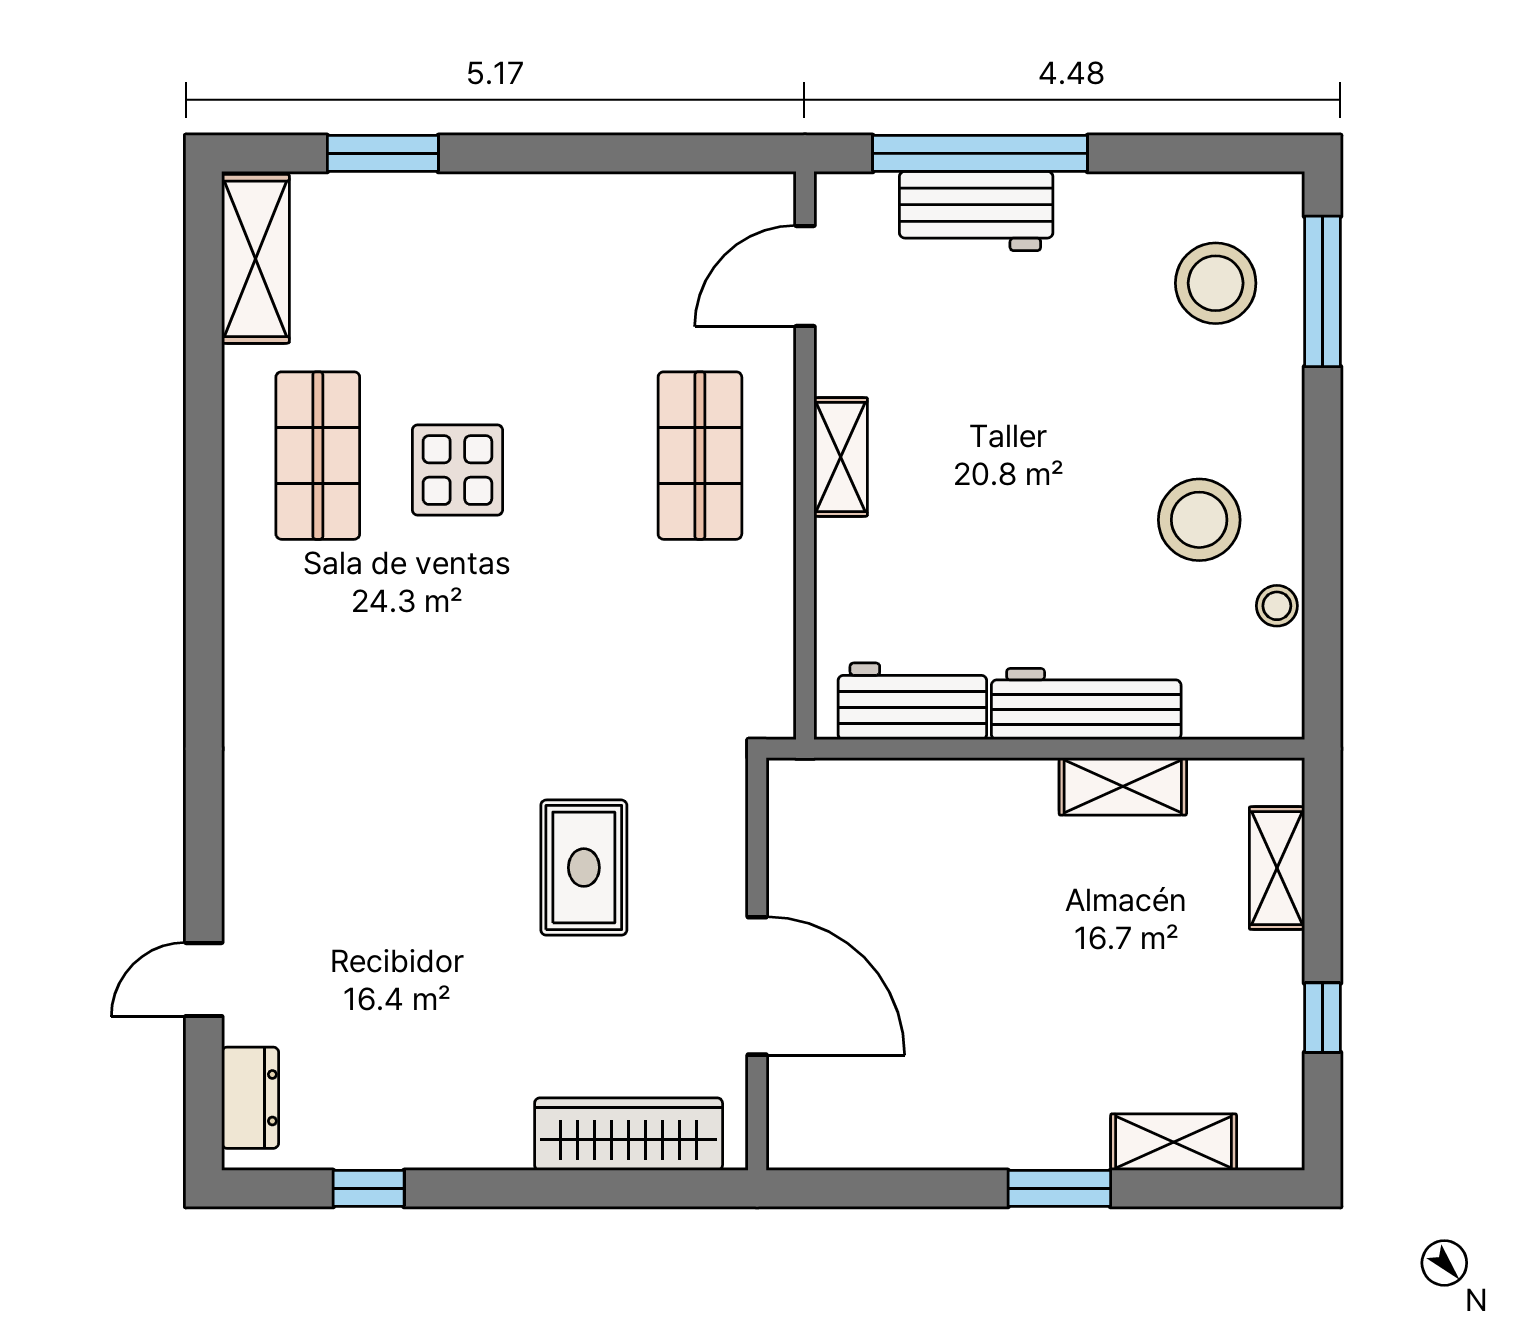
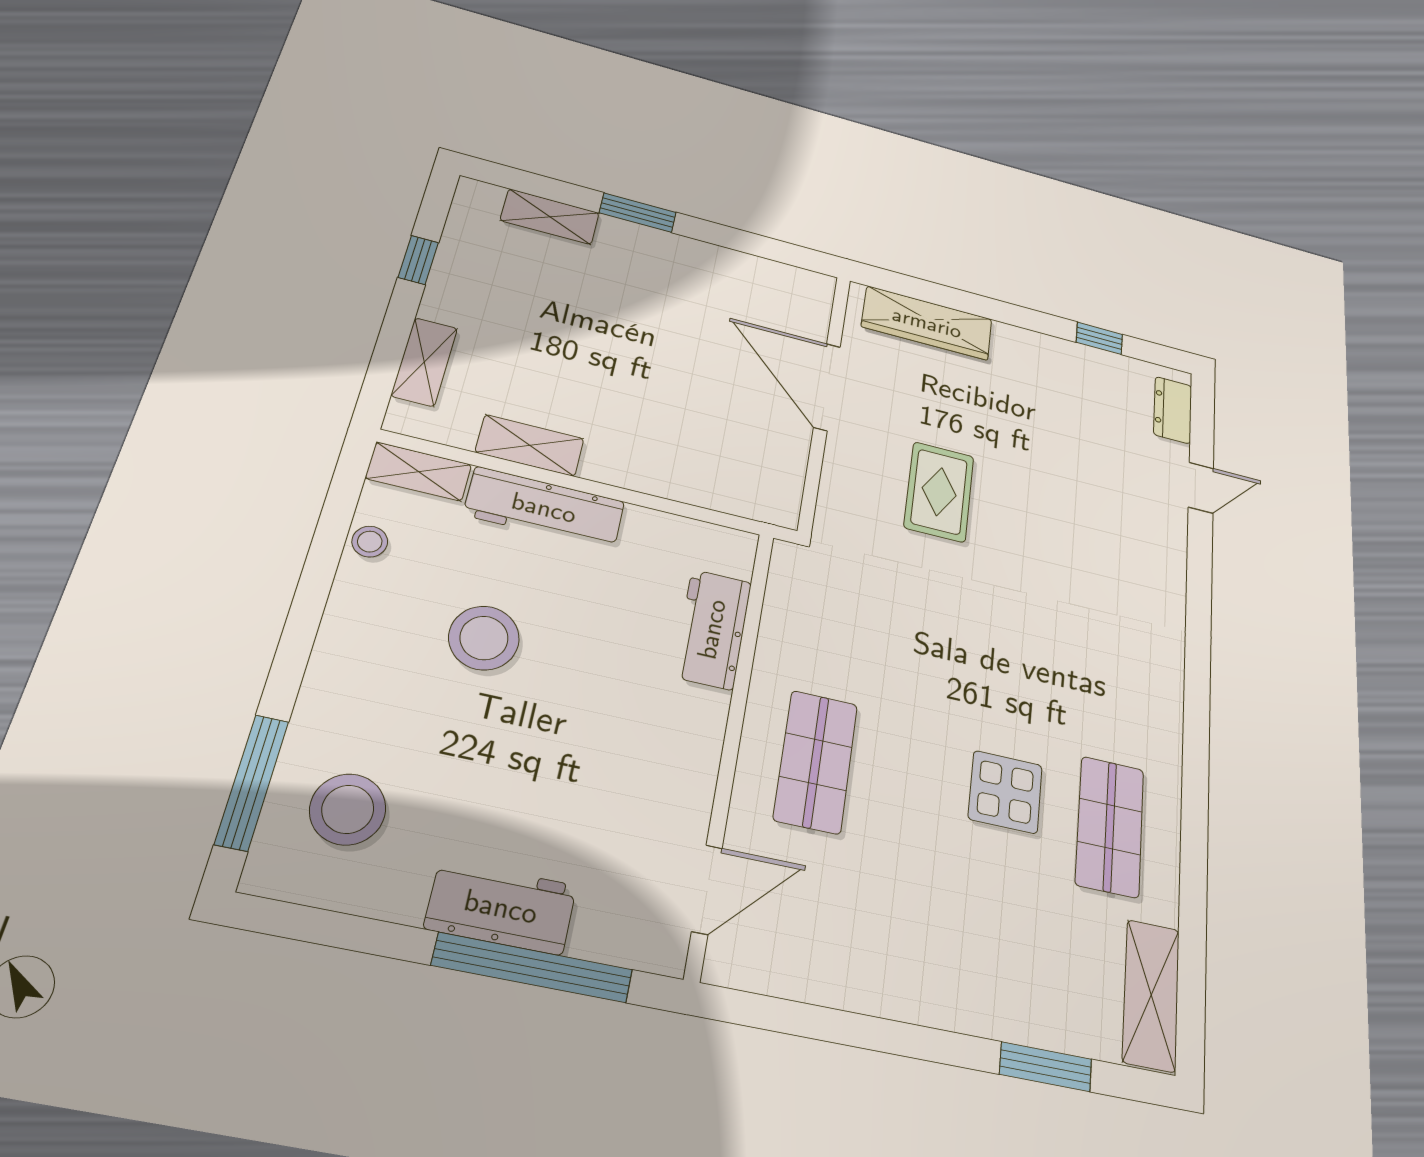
workbench: (976, 211) -> (501, 907), moved
shelving: (841, 457) -> (419, 472), moved, turned 90
stool: (1199, 520) -> (484, 638), moved
workbench: (912, 701) -> (712, 629), moved, turned 90

